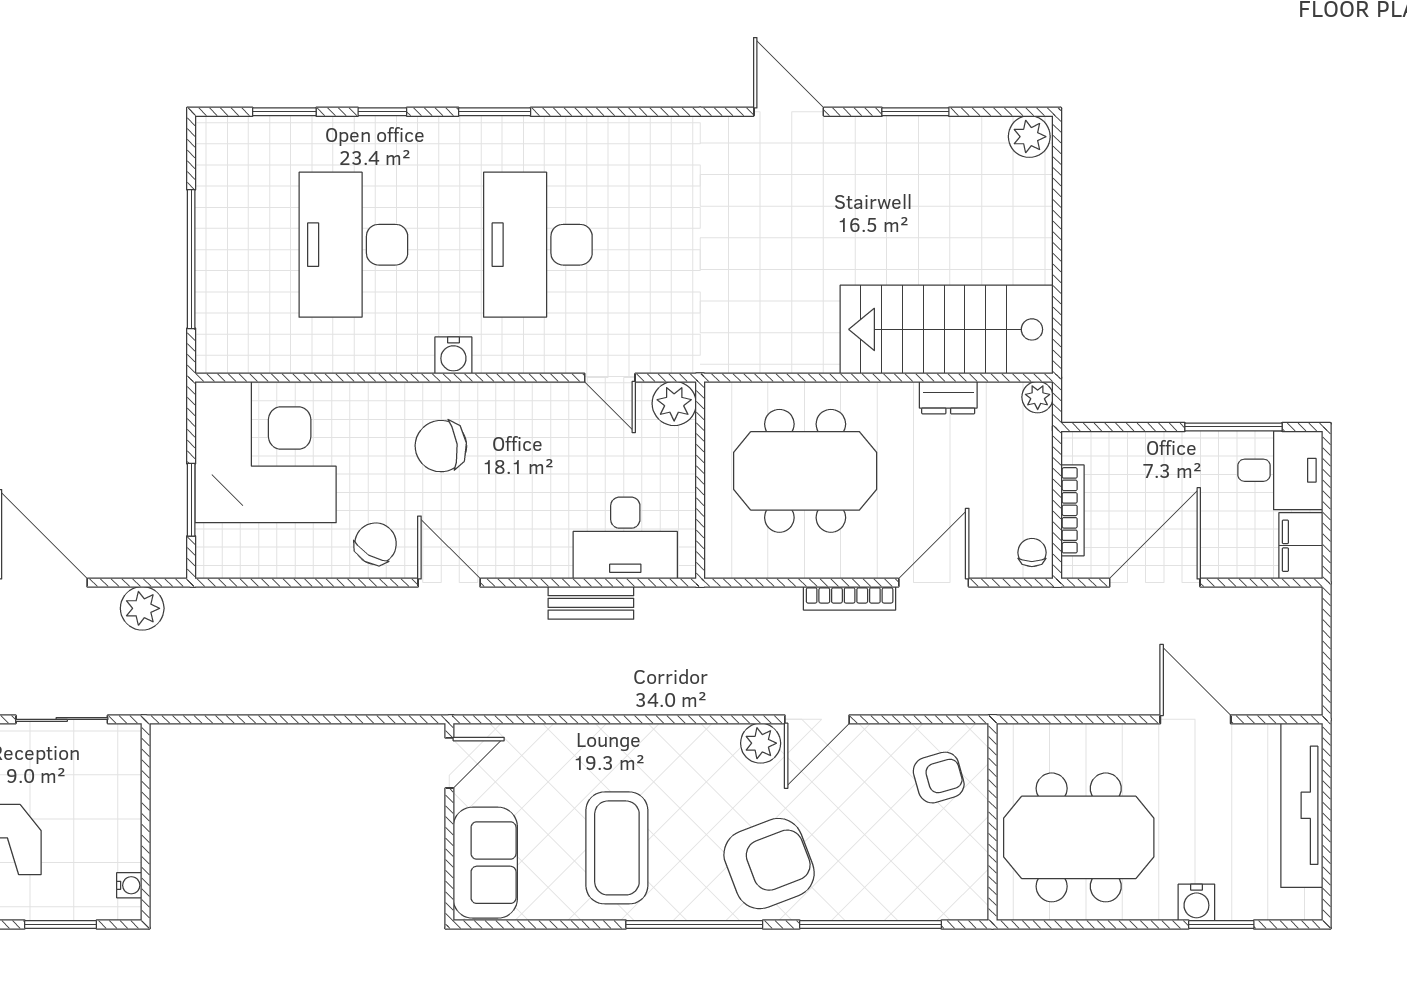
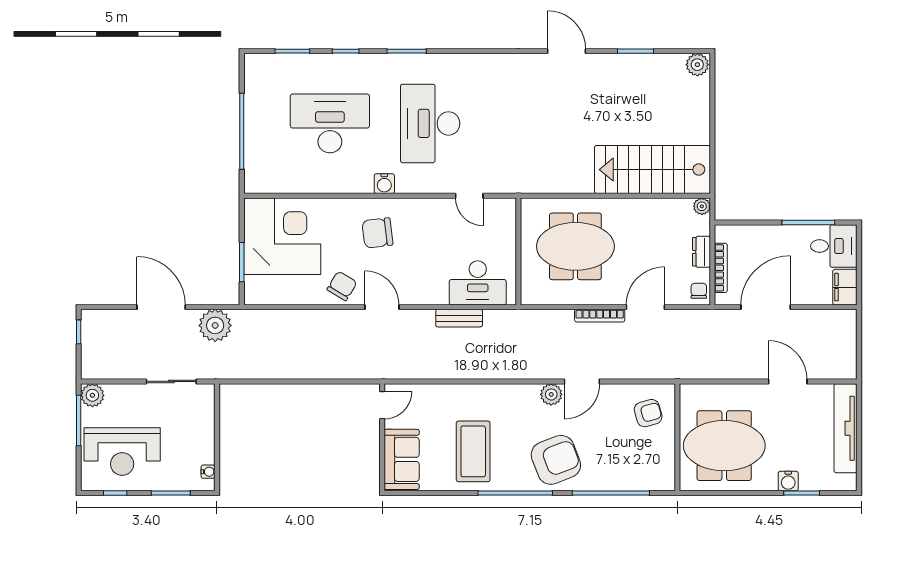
desk: (353, 245) -> (330, 123), turned 90
dresser: (948, 398) -> (702, 252), moved, turned 90
plant: (674, 403) -> (504, 210), removed
plant: (142, 608) -> (215, 325), width x1.36, depth x1.36

